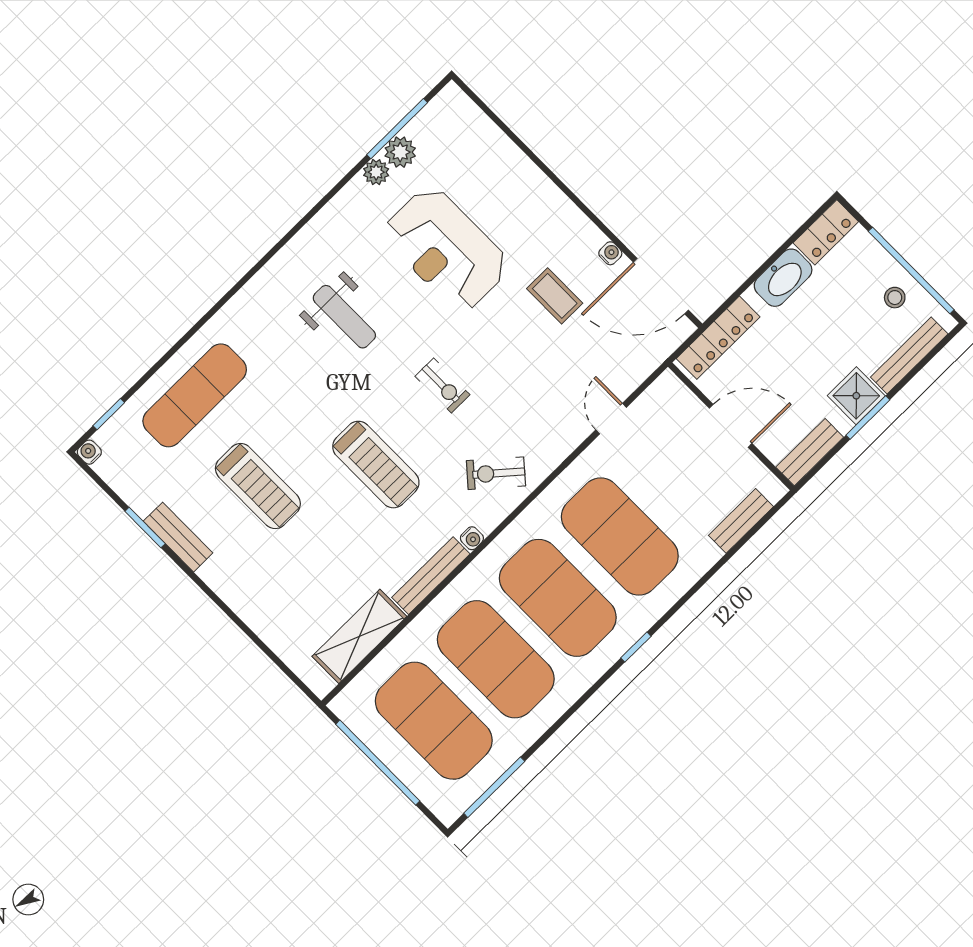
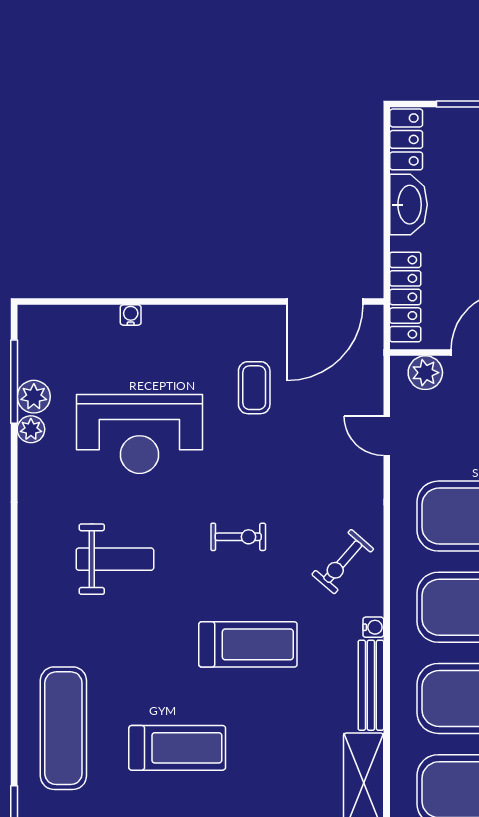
water cooler: (610, 253) -> (131, 315), moved
coffee table: (555, 296) -> (254, 388), turned 90
plant: (680, 402) -> (425, 373), added

